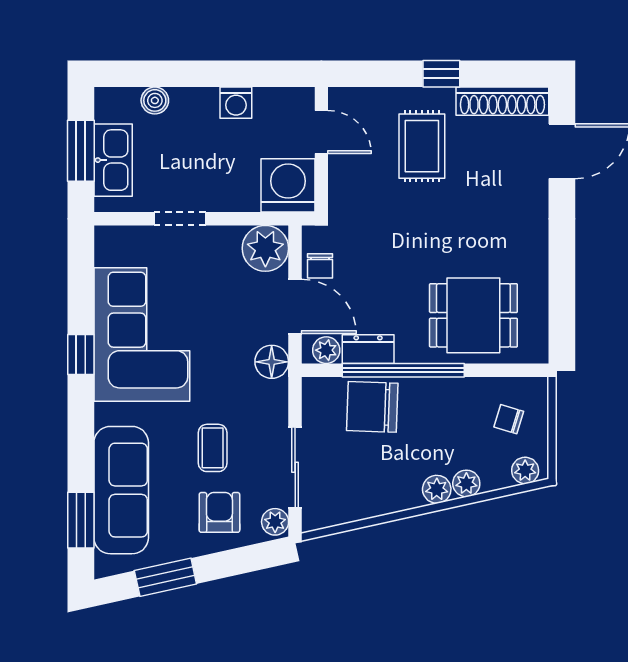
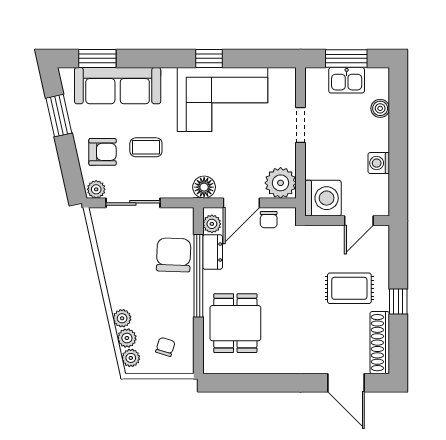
kitchen sink: (113, 160) -> (347, 80), width x0.73
chair: (320, 266) -> (269, 220), turned -90
plant: (437, 489) -> (127, 338), moved

